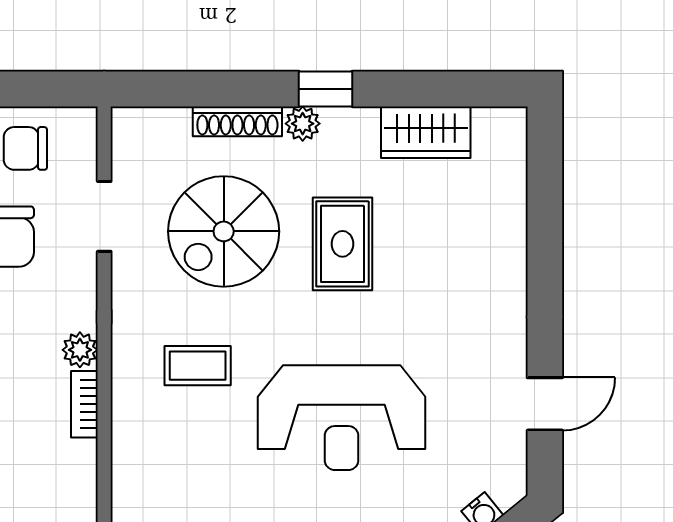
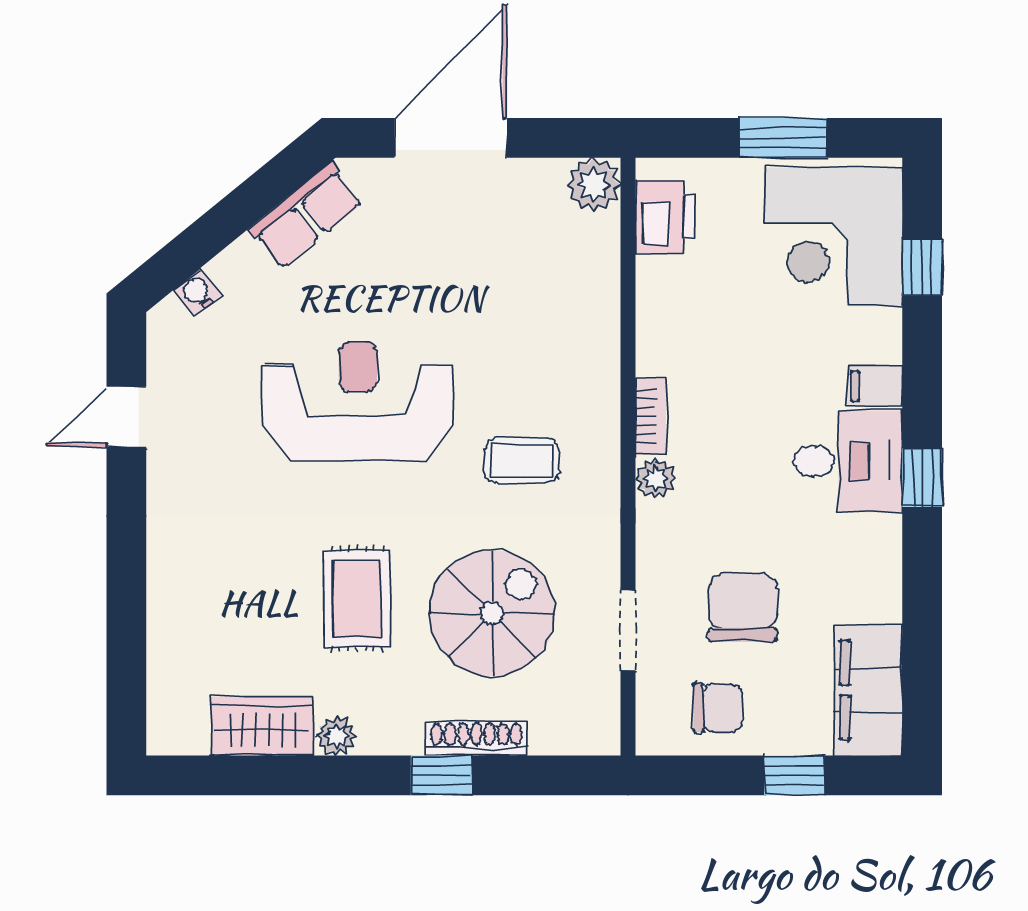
window: (325, 89) -> (441, 775), moved
plant: (303, 124) -> (337, 736), moved

